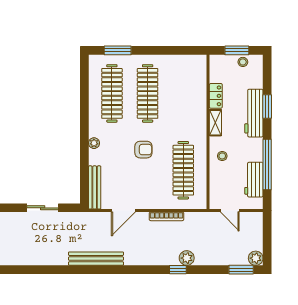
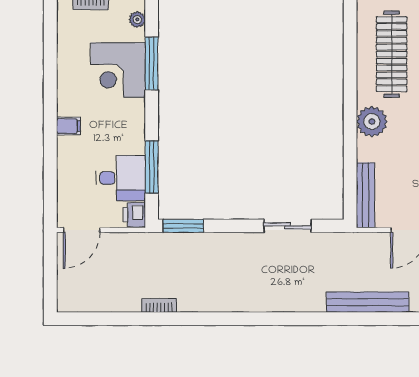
plant: (94, 143) -> (372, 122), width x1.87, depth x1.87

